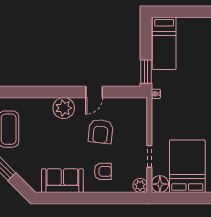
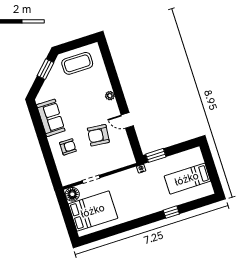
bed: (164, 43) -> (187, 179), moved
plant: (64, 108) -> (110, 96), width x0.53, depth x0.53
armchair: (103, 171) -> (68, 147), turned -90
plant: (140, 185) -> (66, 179), removed

